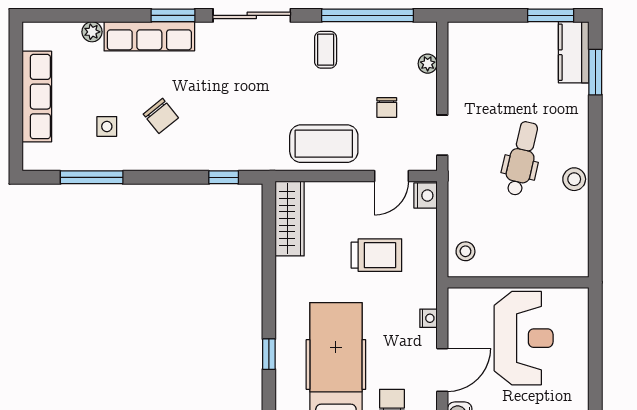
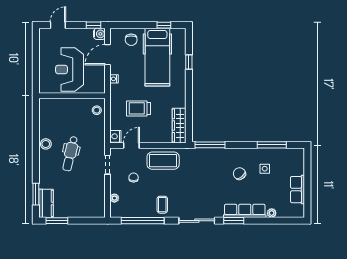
row of seats: (37, 97) -> (297, 190), width x0.68
window: (224, 177) -> (210, 145), width x2.17

